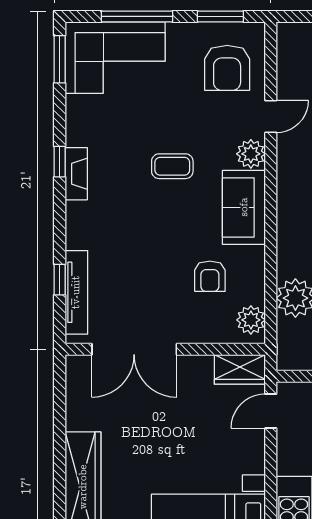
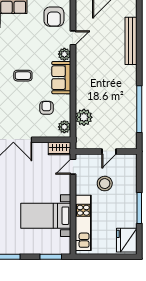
coffee table: (172, 166) -> (23, 76), moved
armchair: (210, 276) -> (46, 108), turned 180

